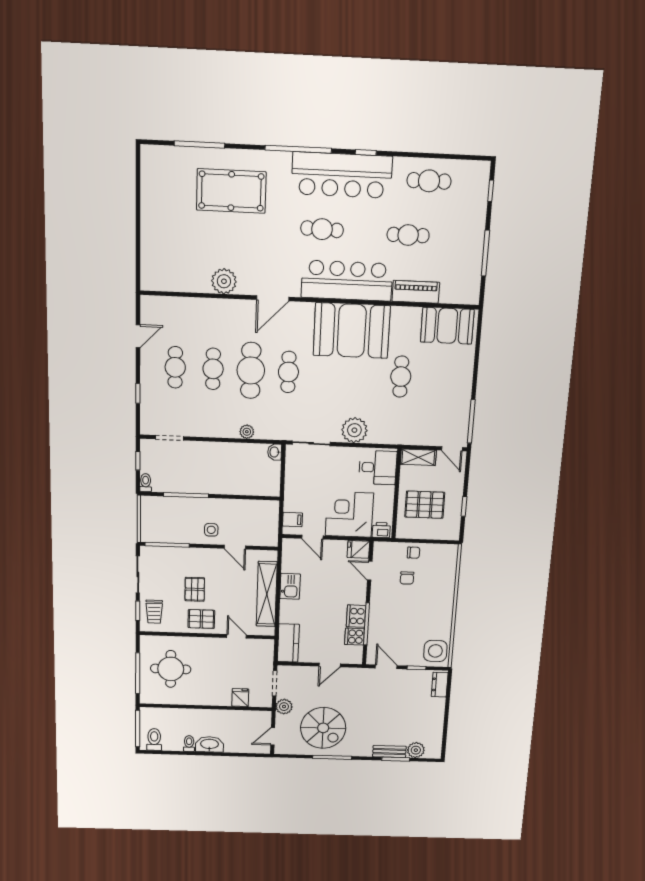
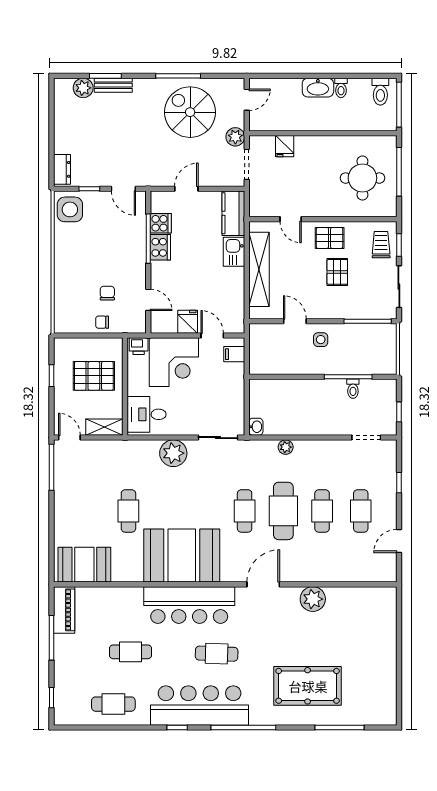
piano: (416, 292) -> (64, 610), moved, turned -90
toilet: (146, 483) -> (353, 389), moved
fridge: (358, 549) -> (188, 322), moved, turned -90
kitchen sink: (290, 586) -> (234, 252), moved

